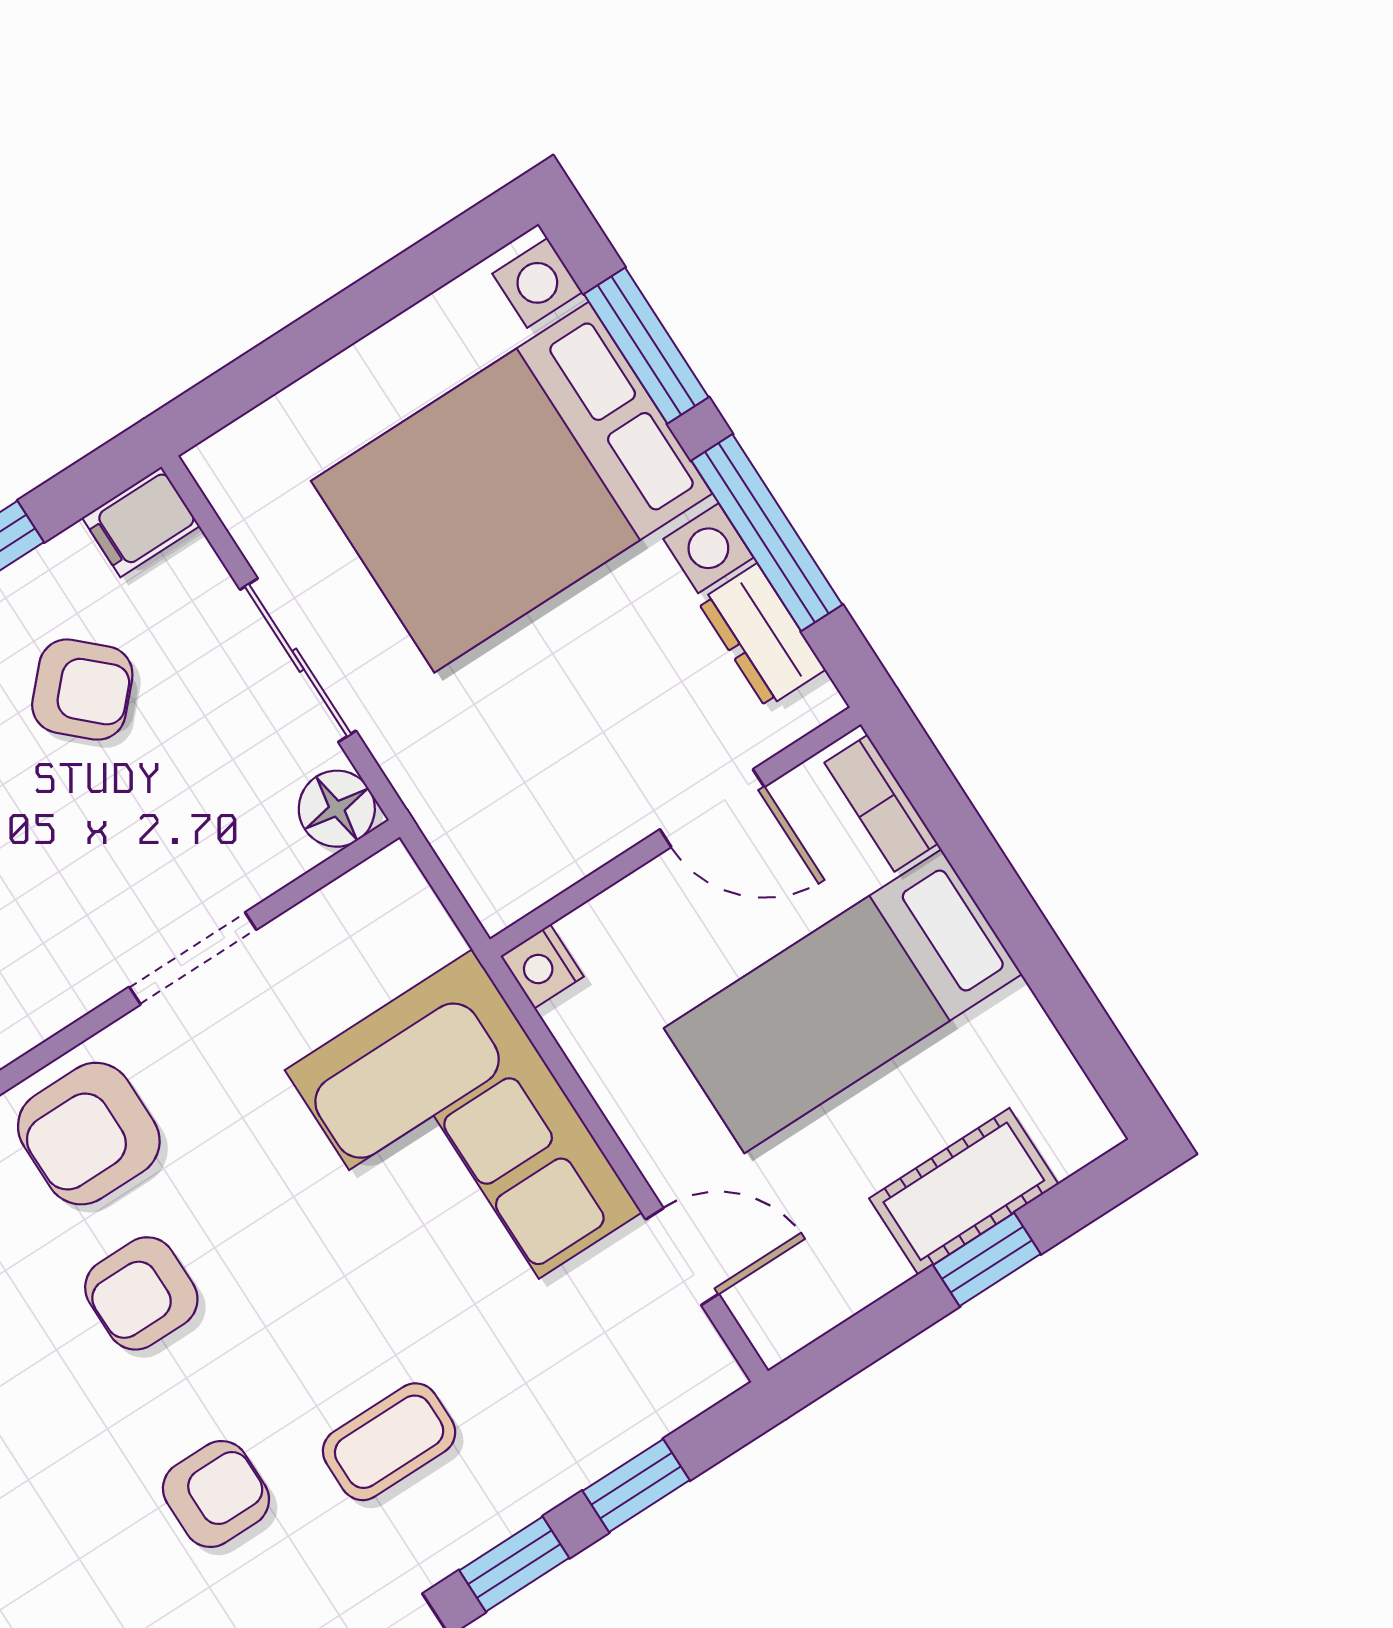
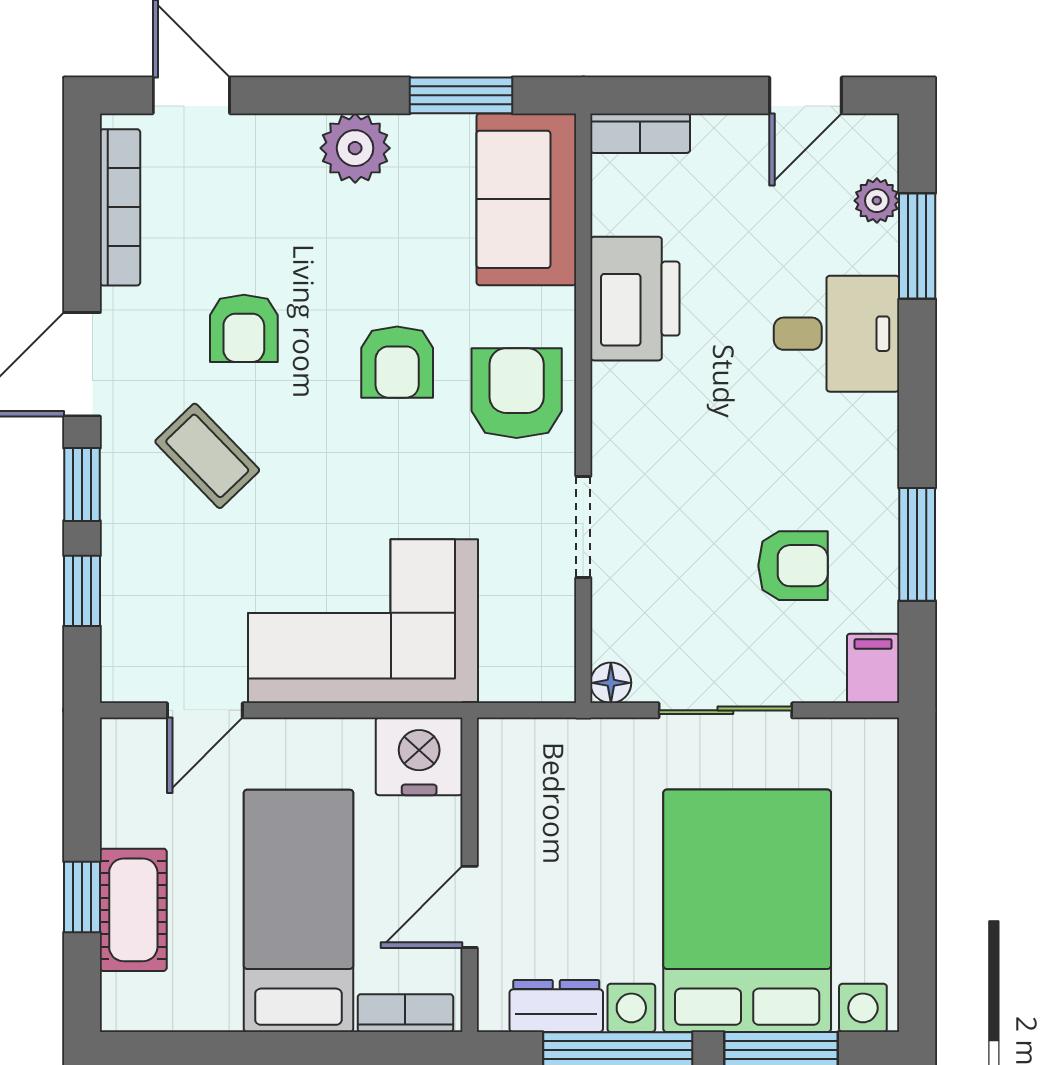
armchair: (82, 690) -> (793, 566), turned -133
floor lamp: (337, 809) -> (611, 683), width x0.73, depth x0.73
nightstand: (542, 966) -> (419, 756), width x1.89, depth x1.79
armchair: (141, 1293) -> (397, 362), turned 180
coffee table: (389, 1442) -> (207, 456), turned -44

